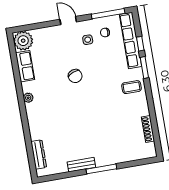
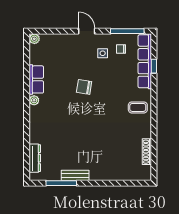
plant: (23, 41) -> (34, 39), width x0.53, depth x0.53
row of seats: (25, 66) -> (36, 79), moved
window: (144, 67) -> (154, 90), removed
chair: (75, 76) -> (84, 87), turned 119
window: (101, 169) -> (61, 183), moved

